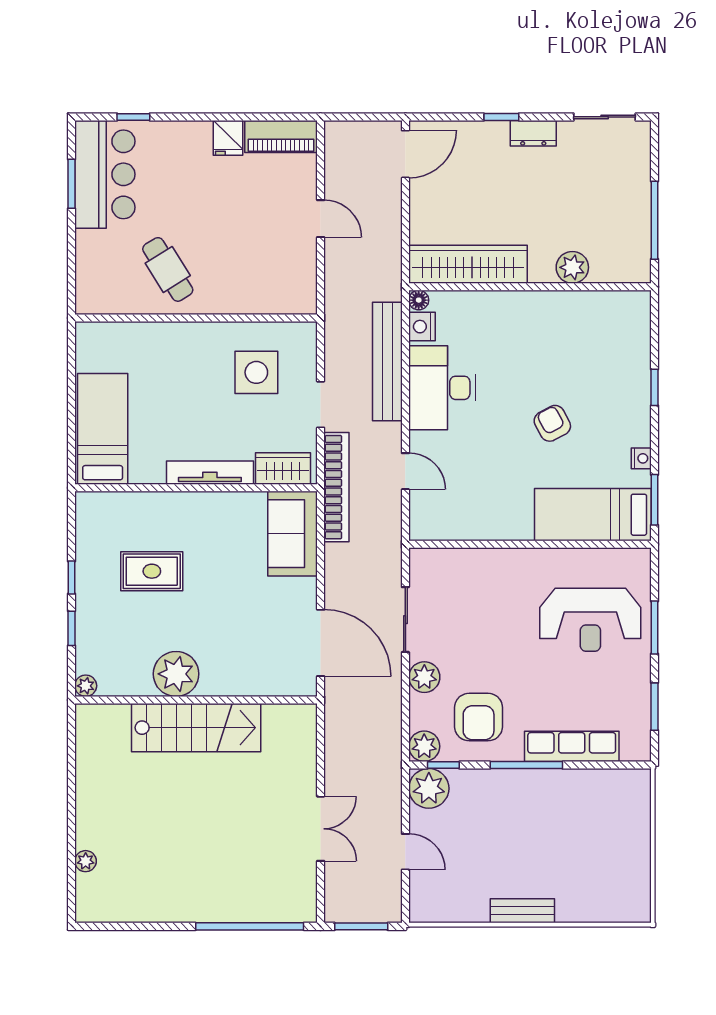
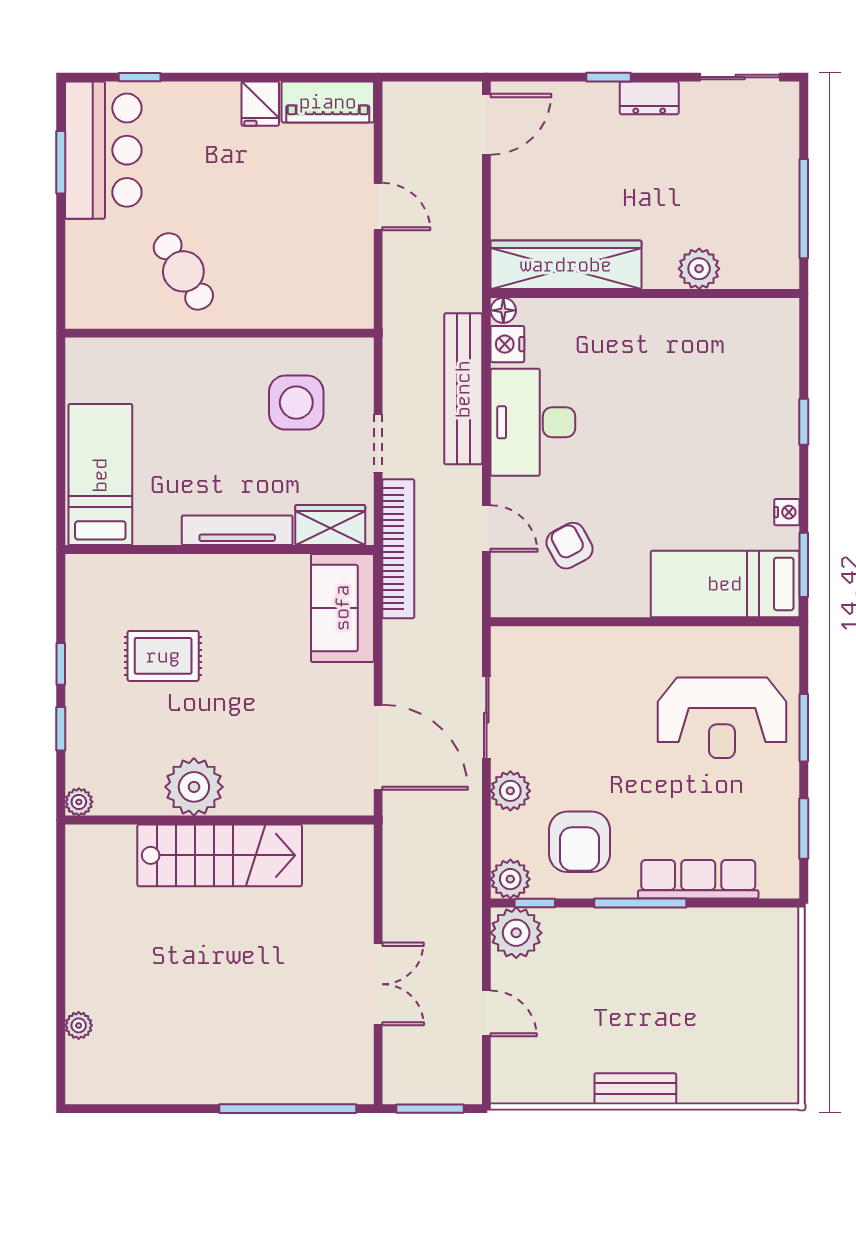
armchair: (552, 423) -> (570, 546), moved

